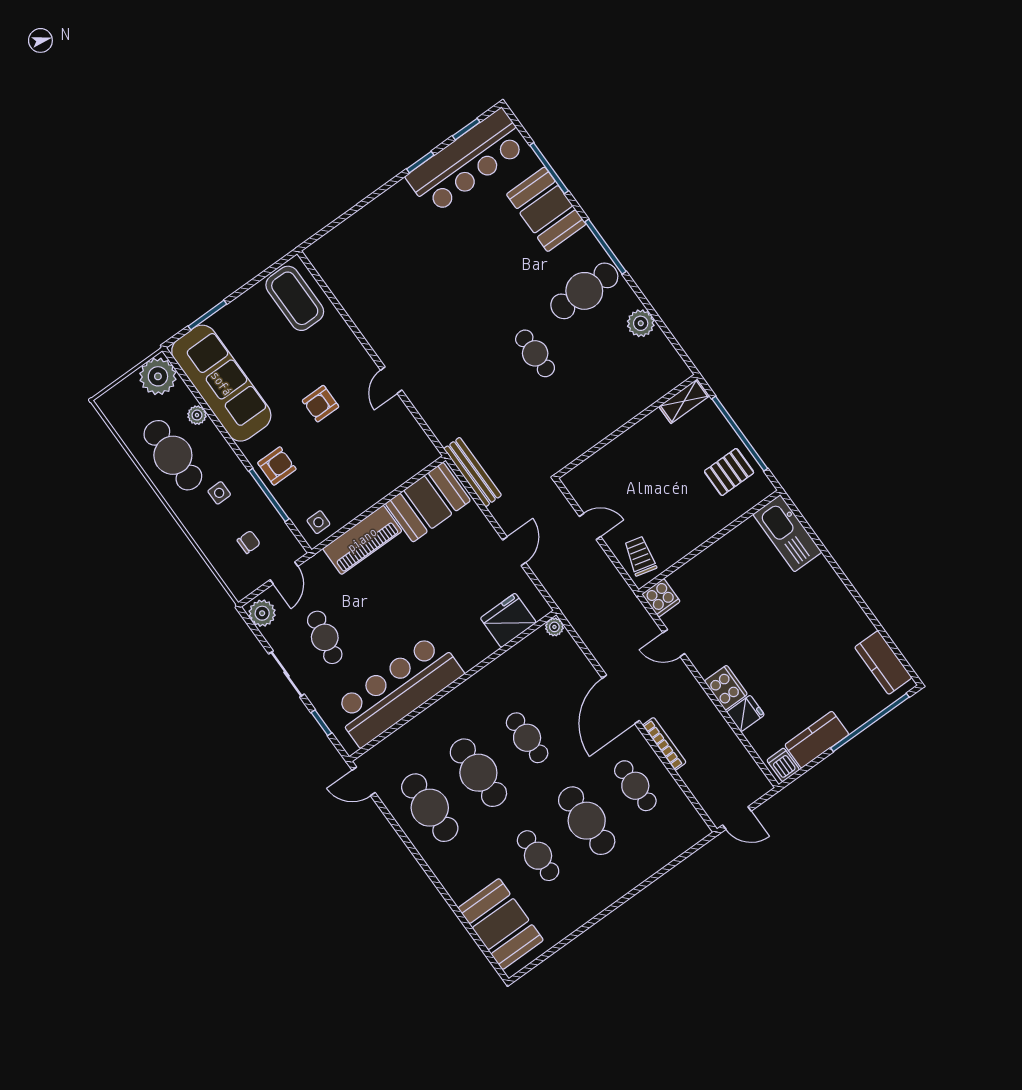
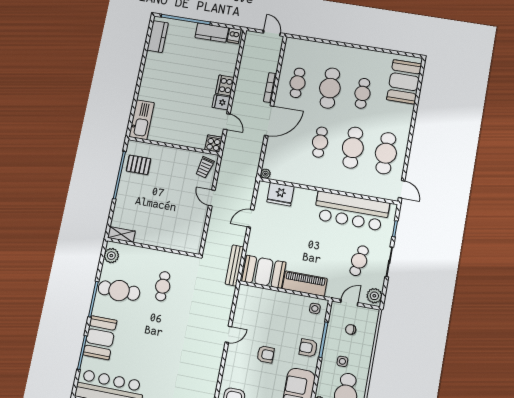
shelving: (684, 401) -> (121, 234), moved
wall: (626, 426) -> (153, 248), moved
fridge: (746, 713) -> (221, 102), moved

